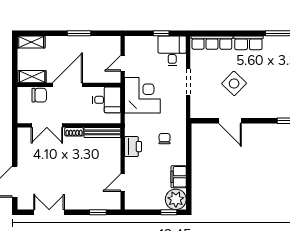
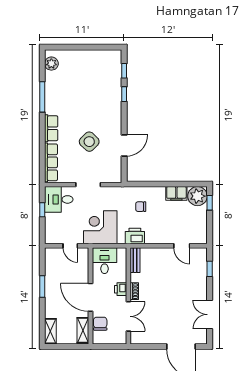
printer: (76, 117) -> (121, 289), added
bench: (102, 132) -> (135, 260), width x0.73
printer: (133, 147) -> (135, 236), moved

